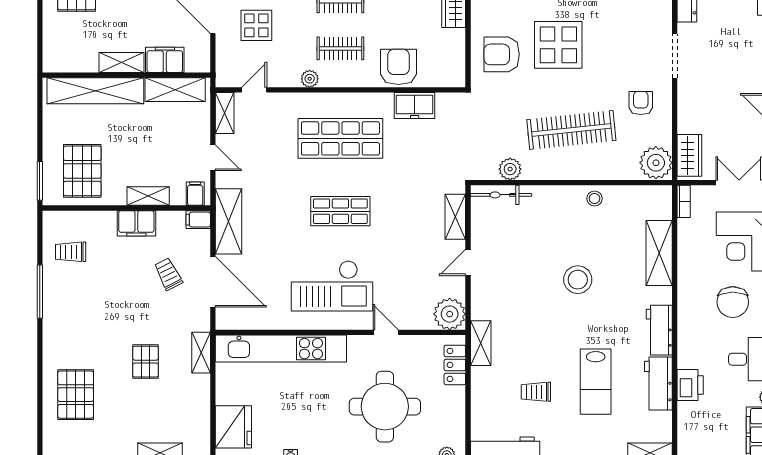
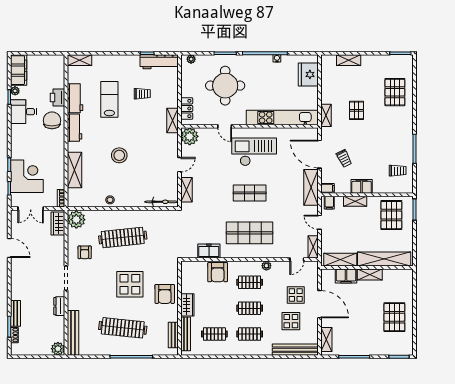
armchair: (502, 54) -> (165, 294), moved, turned 90
plant: (510, 169) -> (156, 216), removed
chair: (733, 302) -> (52, 120), moved

